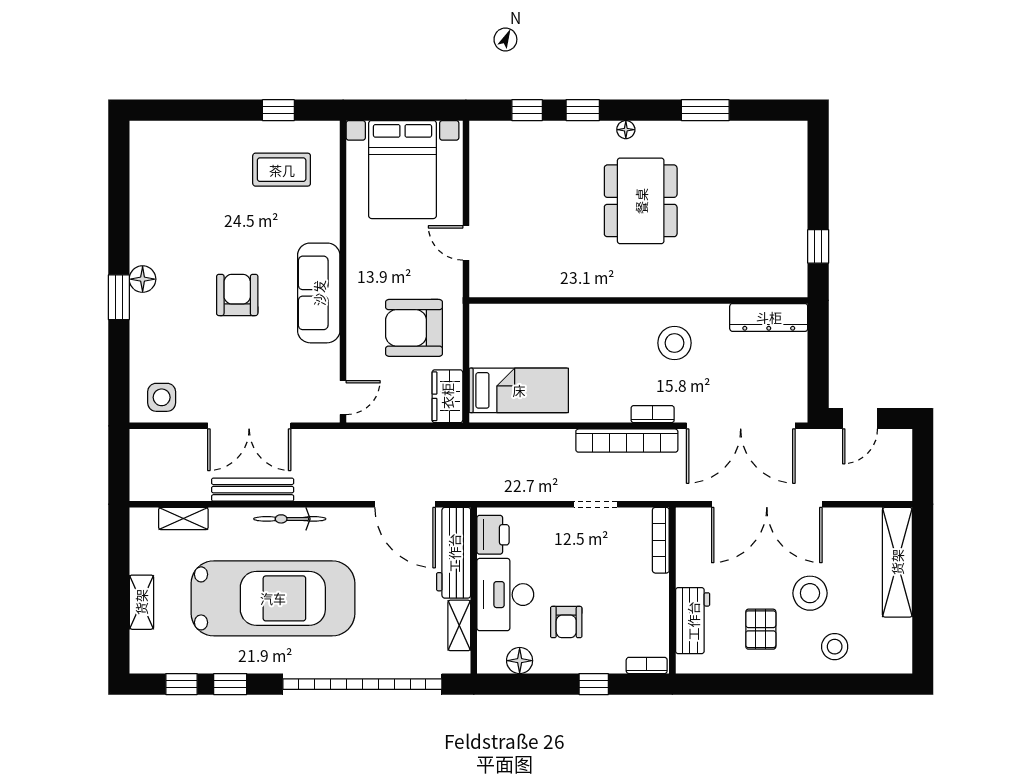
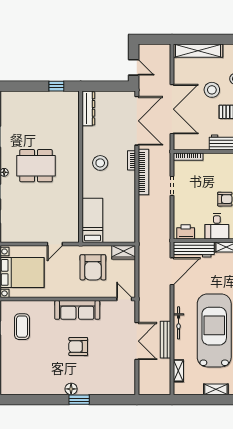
stool: (674, 343) -> (100, 163), moved
bed: (519, 390) -> (93, 220), moved
side table: (162, 397) -> (124, 380), removed
desk: (505, 595) -> (217, 226), width x0.73

